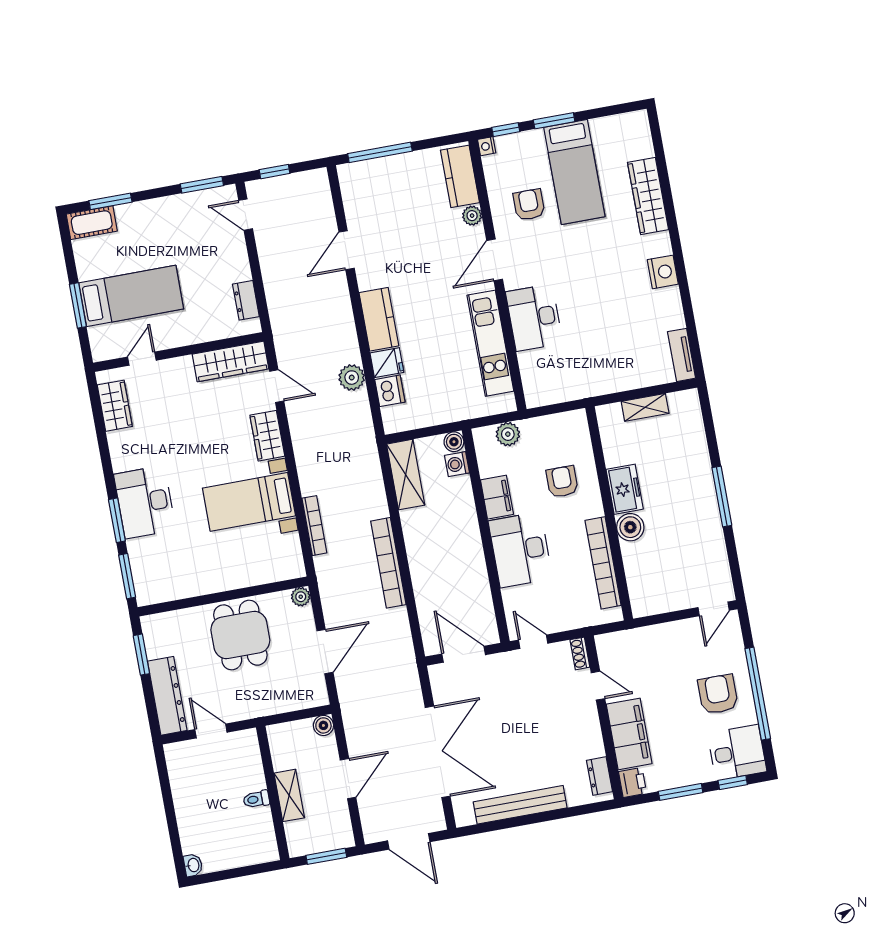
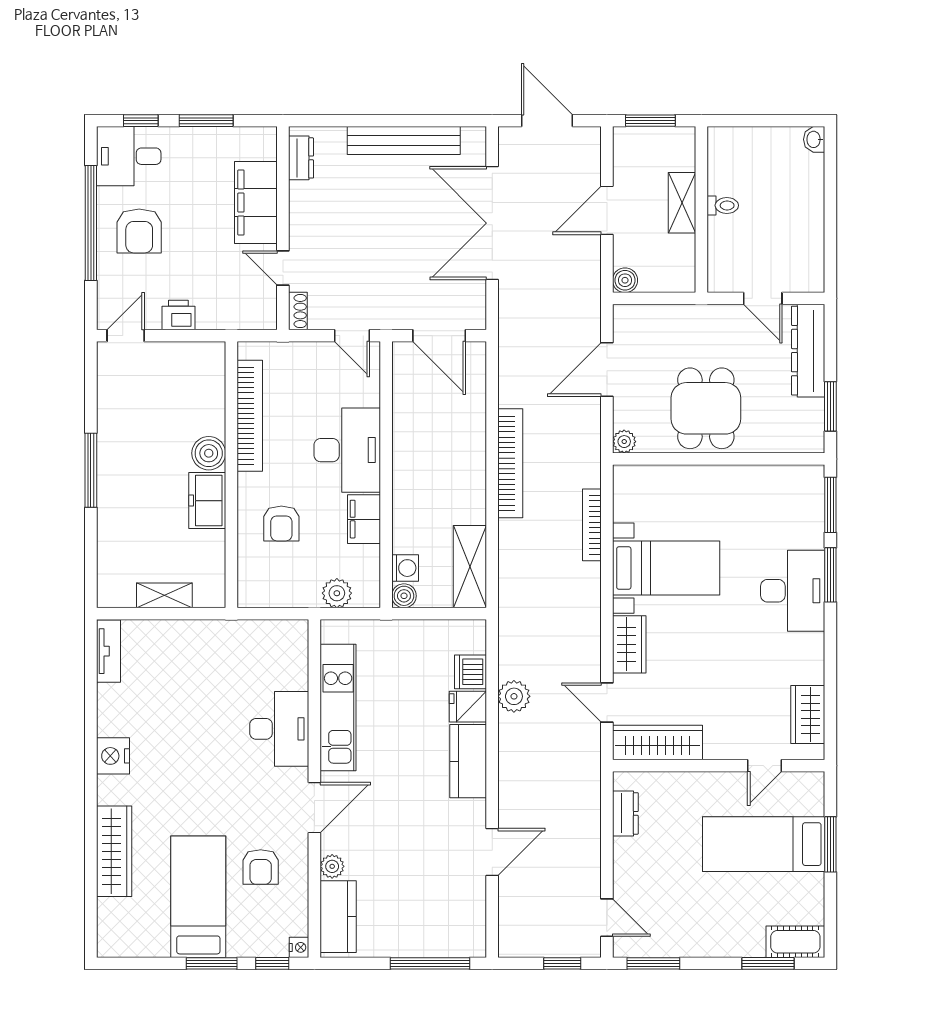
printer: (633, 782) -> (178, 315), moved, turned 90

